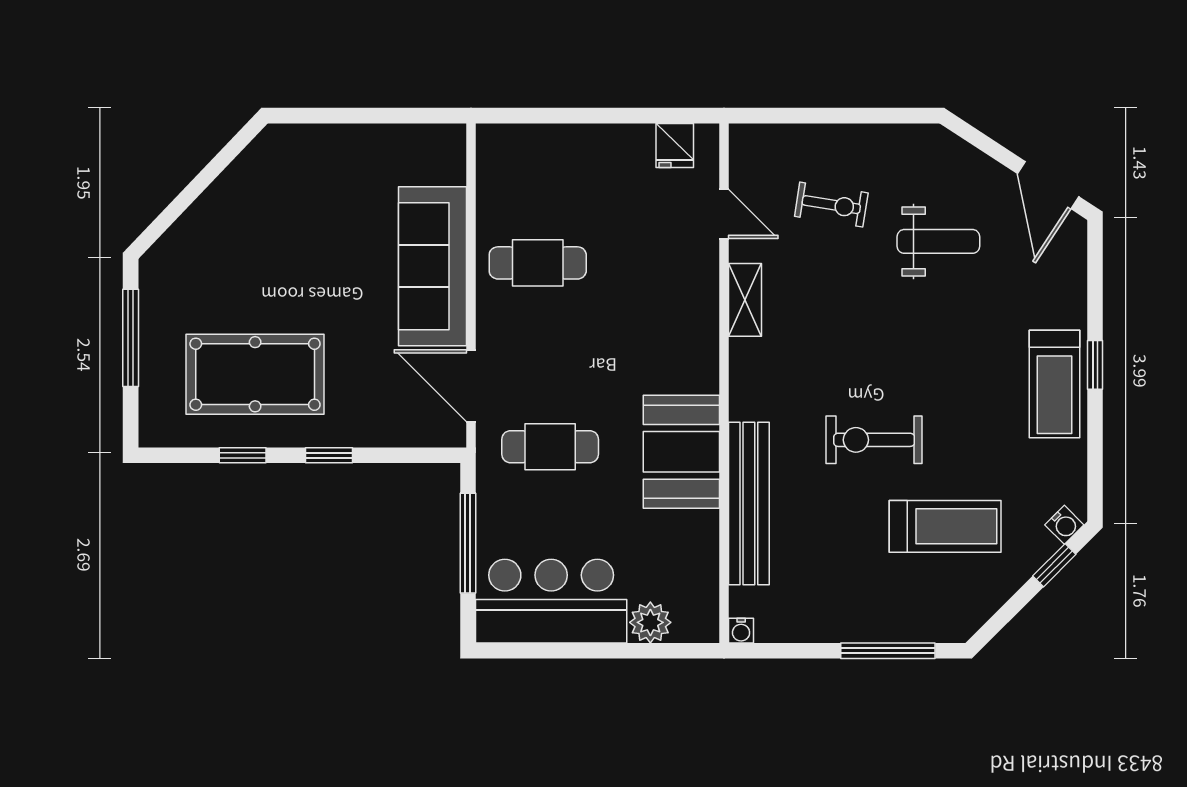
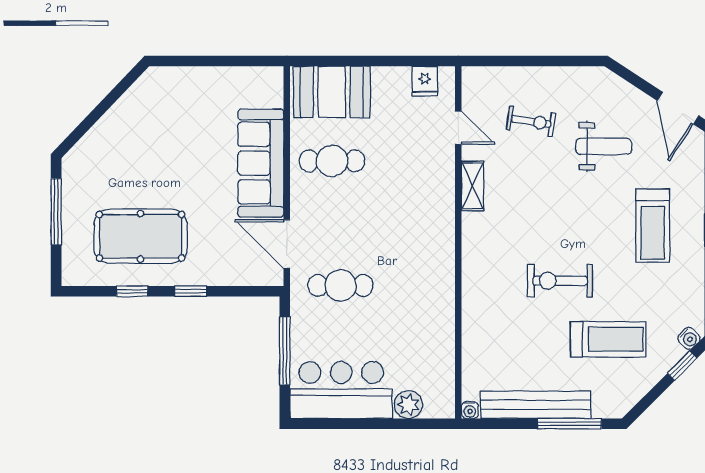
treadmill: (1055, 384) -> (653, 226), moved
booth: (681, 452) -> (332, 92), moved, turned 90
bench: (749, 504) -> (536, 405), moved, turned 90

